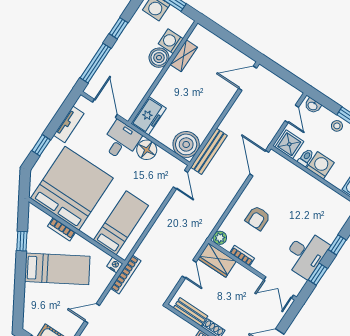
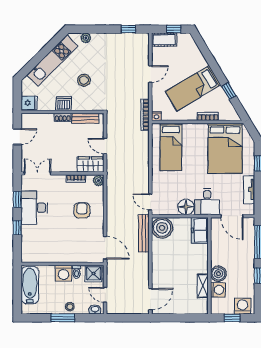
bed: (72, 188) -> (225, 148), width x0.73

